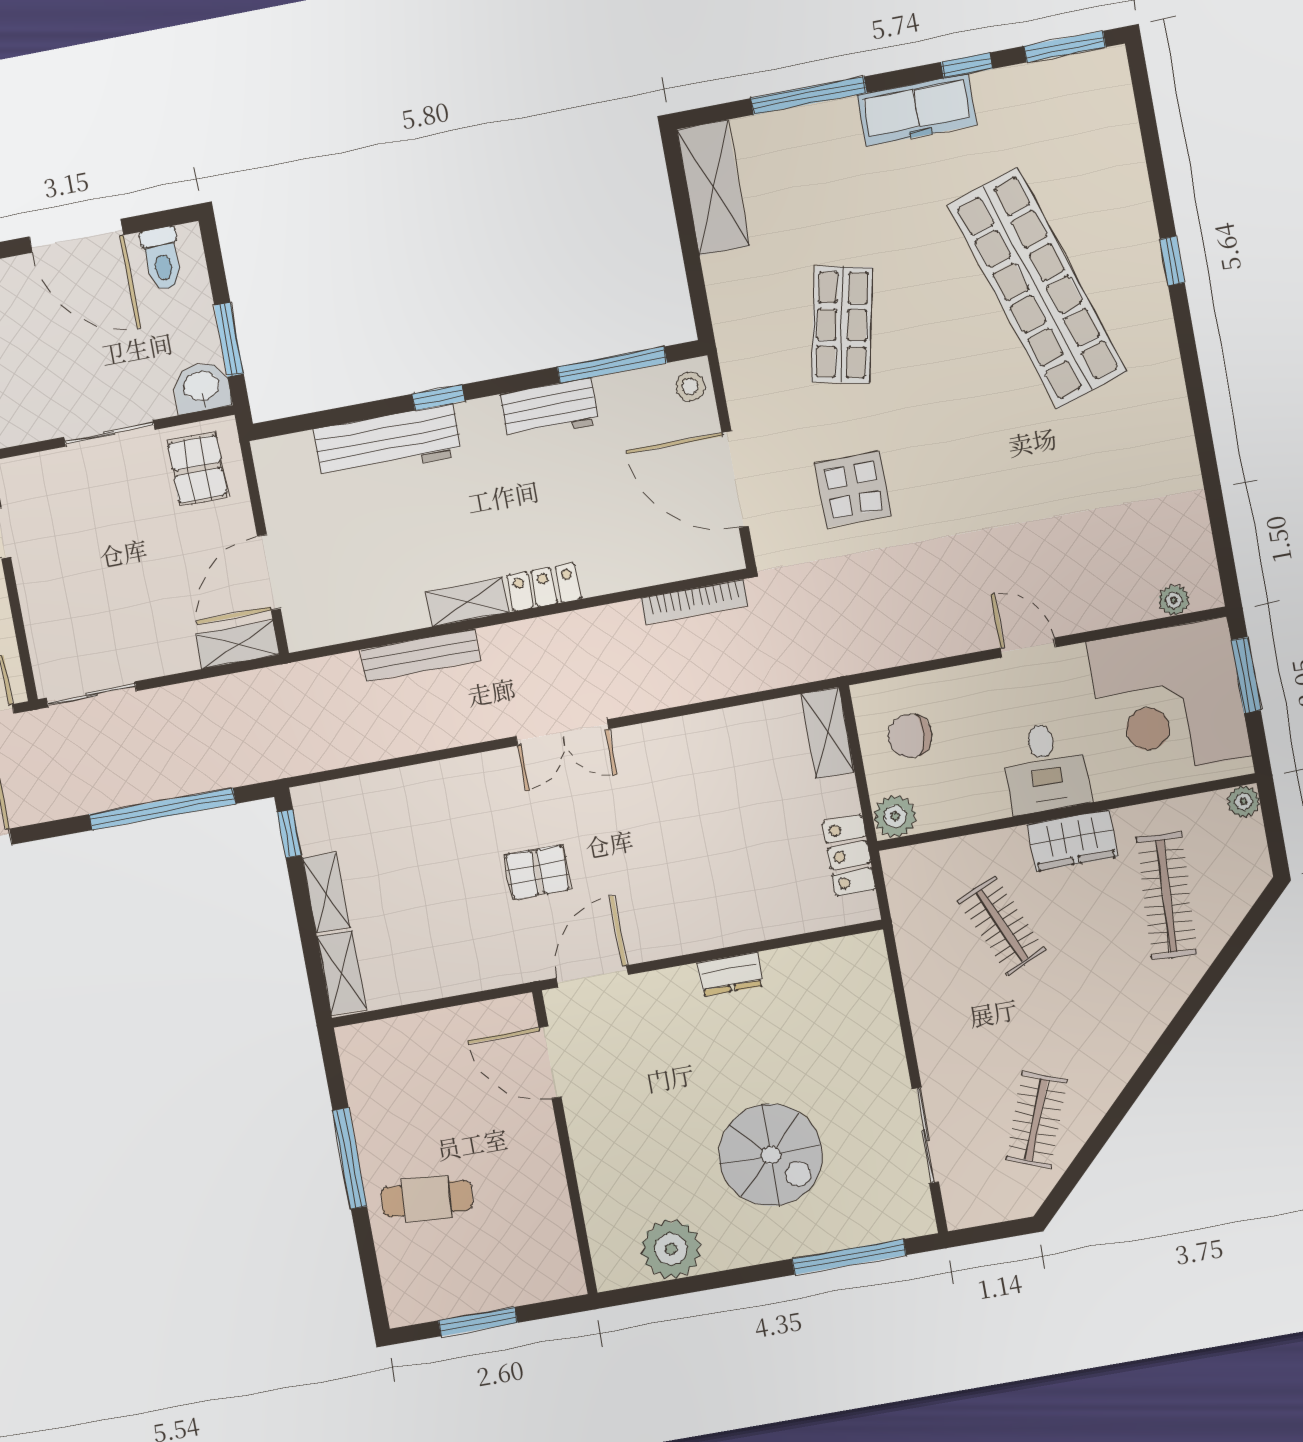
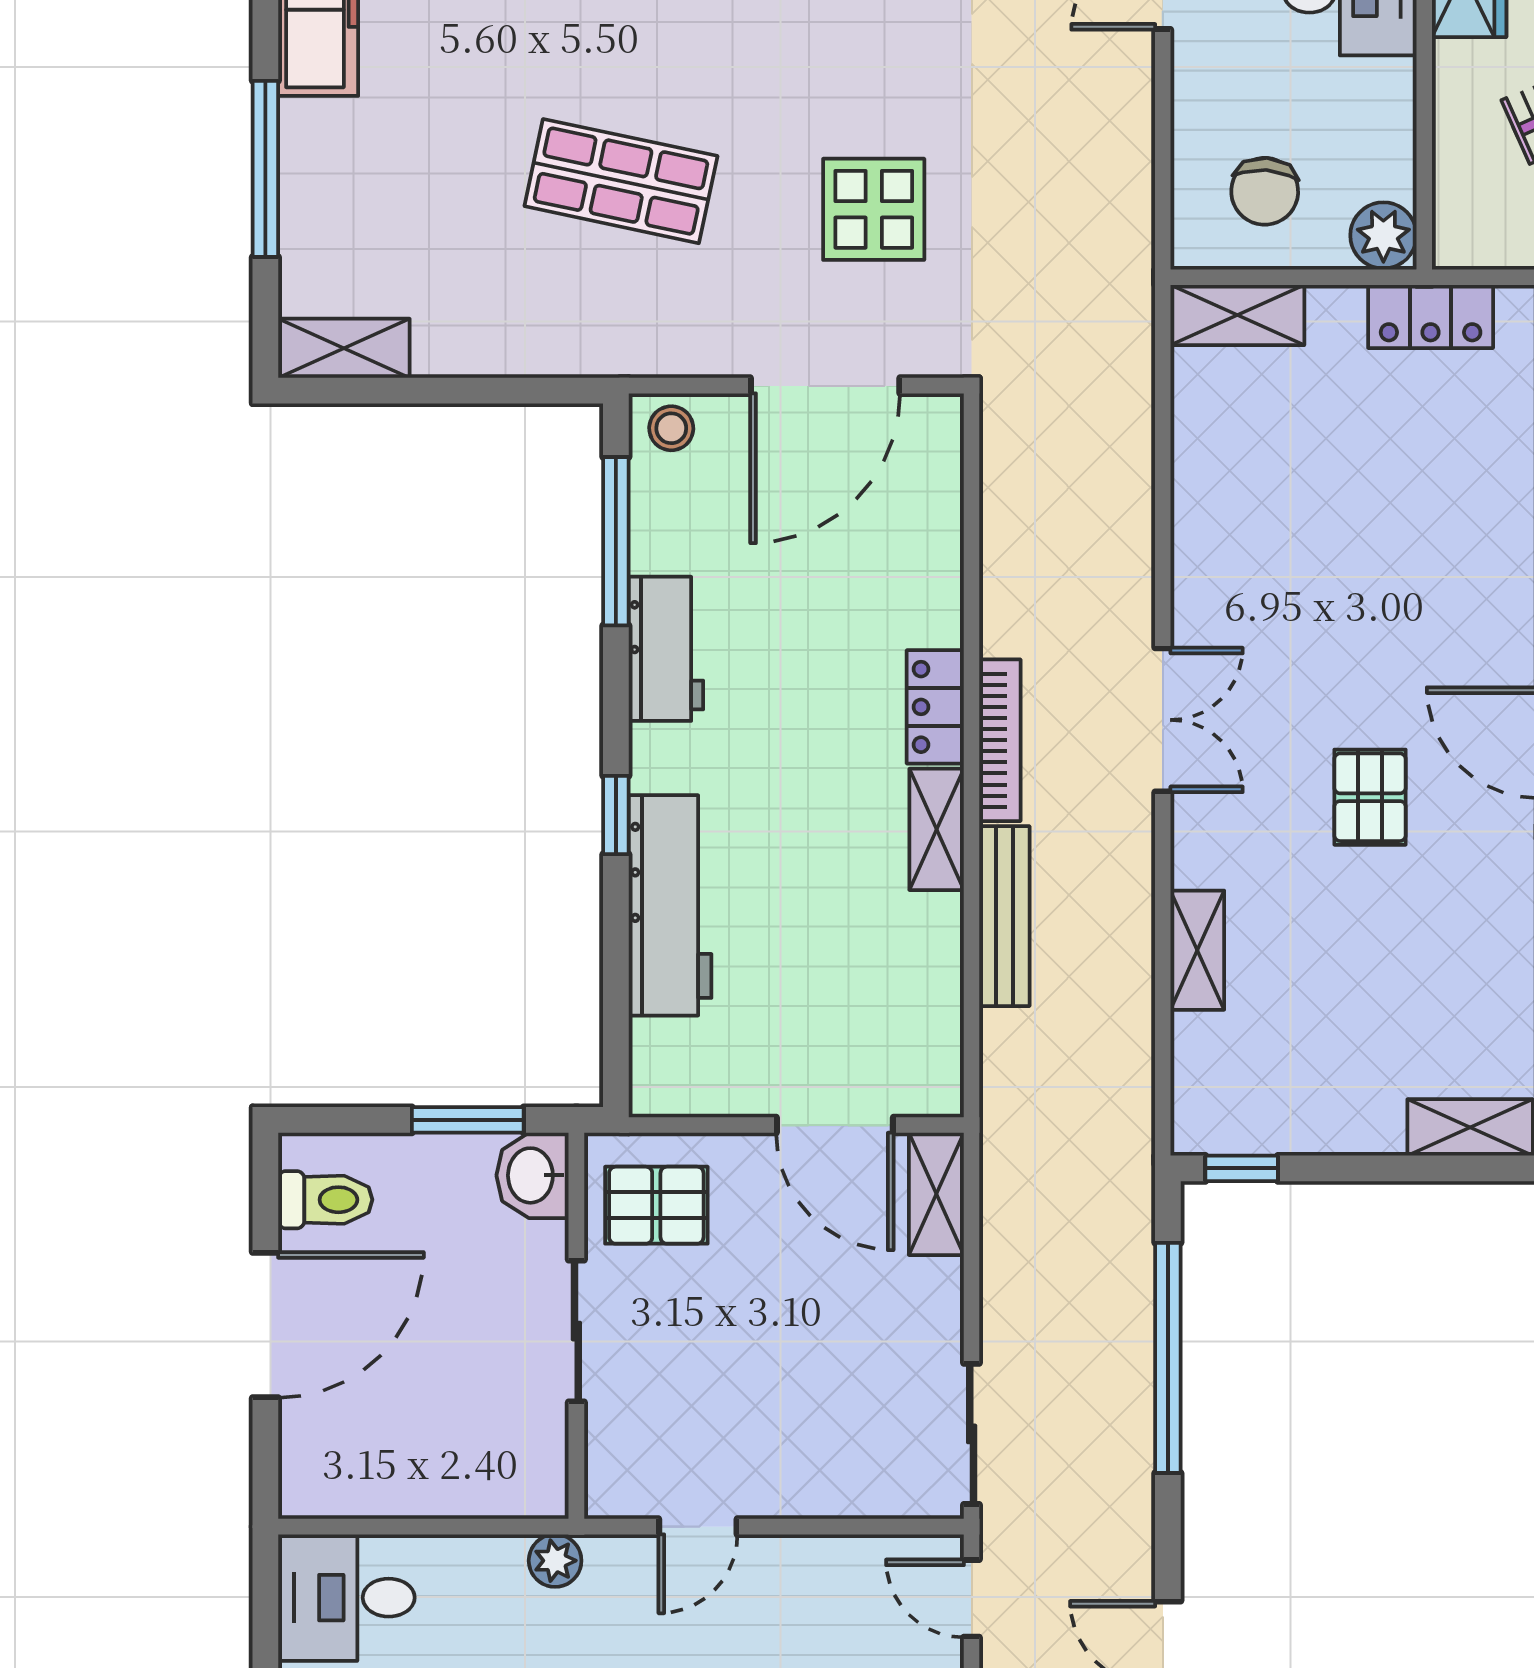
shelving: (713, 188) -> (344, 348), width x0.67, depth x0.75
bookcase: (694, 602) -> (1000, 740), moved
shelving: (326, 893) -> (1197, 950), moved, turned 90

